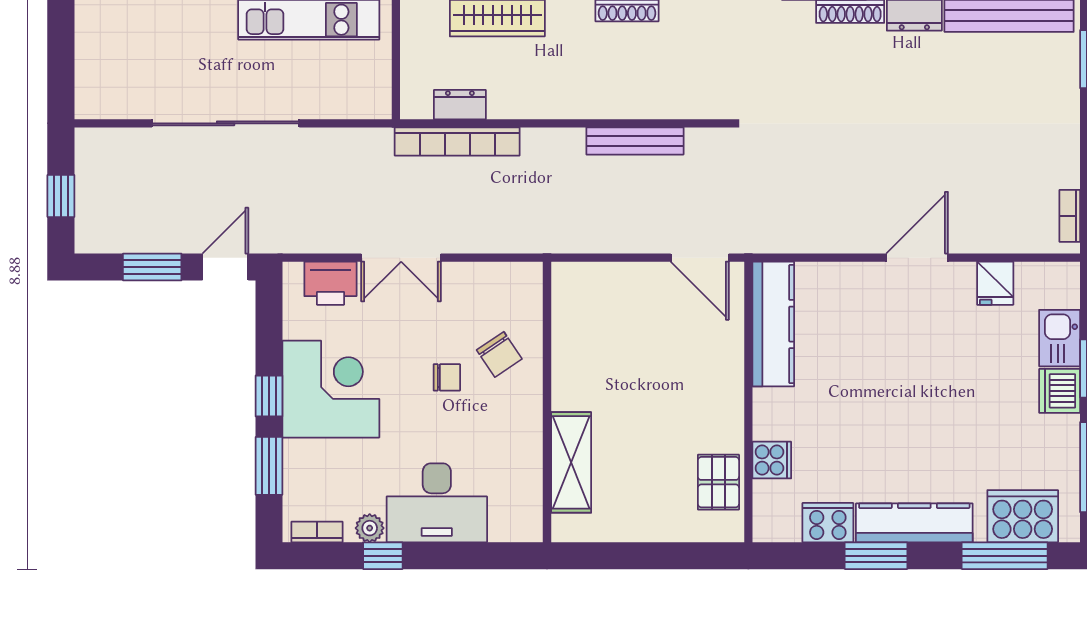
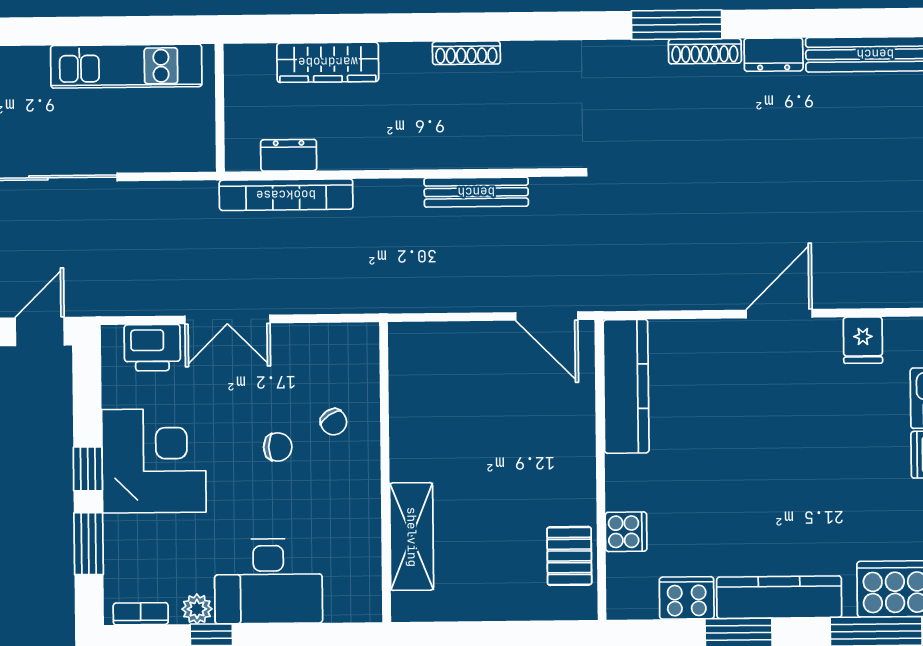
chair: (499, 354) -> (334, 422), width x0.73, depth x0.73

